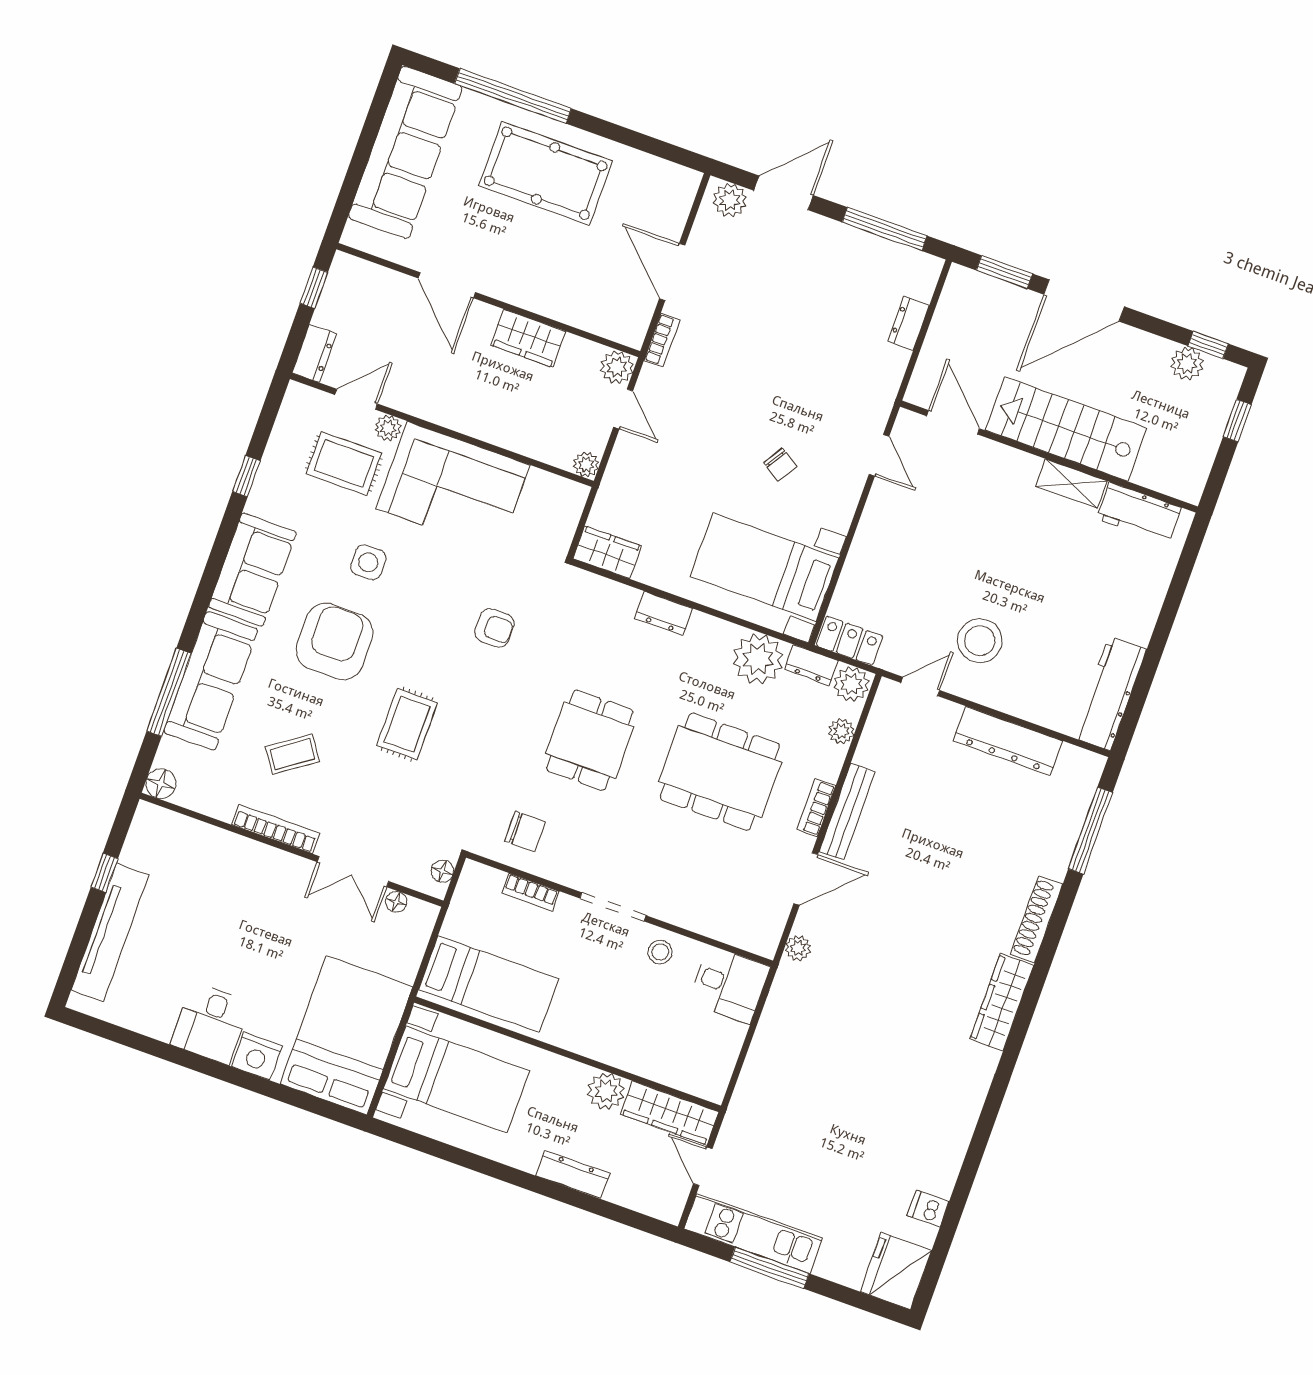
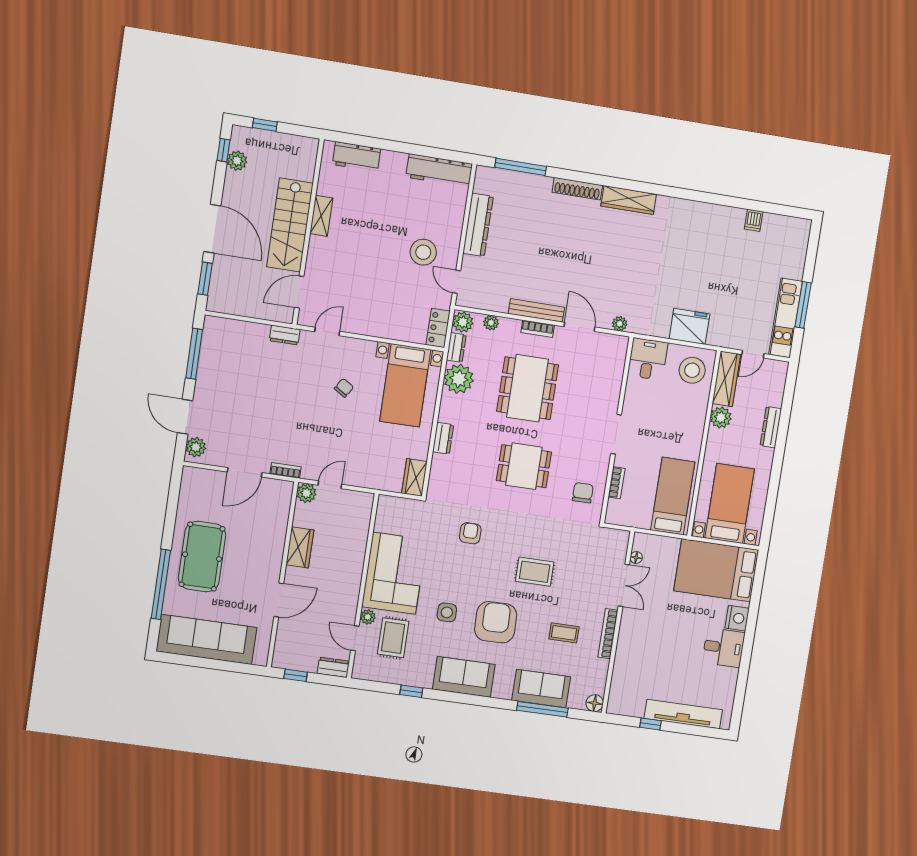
dresser: (909, 323) -> (285, 335), moved
plant: (586, 465) -> (366, 500), removed
workbench: (1139, 513) -> (357, 157), moved, turned 90
armchair: (335, 642) -> (496, 622), turned 89
sofa: (211, 681) -> (541, 689), width x0.73
coffee table: (292, 754) -> (564, 633), turned -55
floor lamp: (442, 871) -> (614, 535), removed
stool: (660, 952) -> (692, 370), moved, width x1.89, depth x1.89
fridge: (896, 1271) -> (689, 326), moved, turned 180

